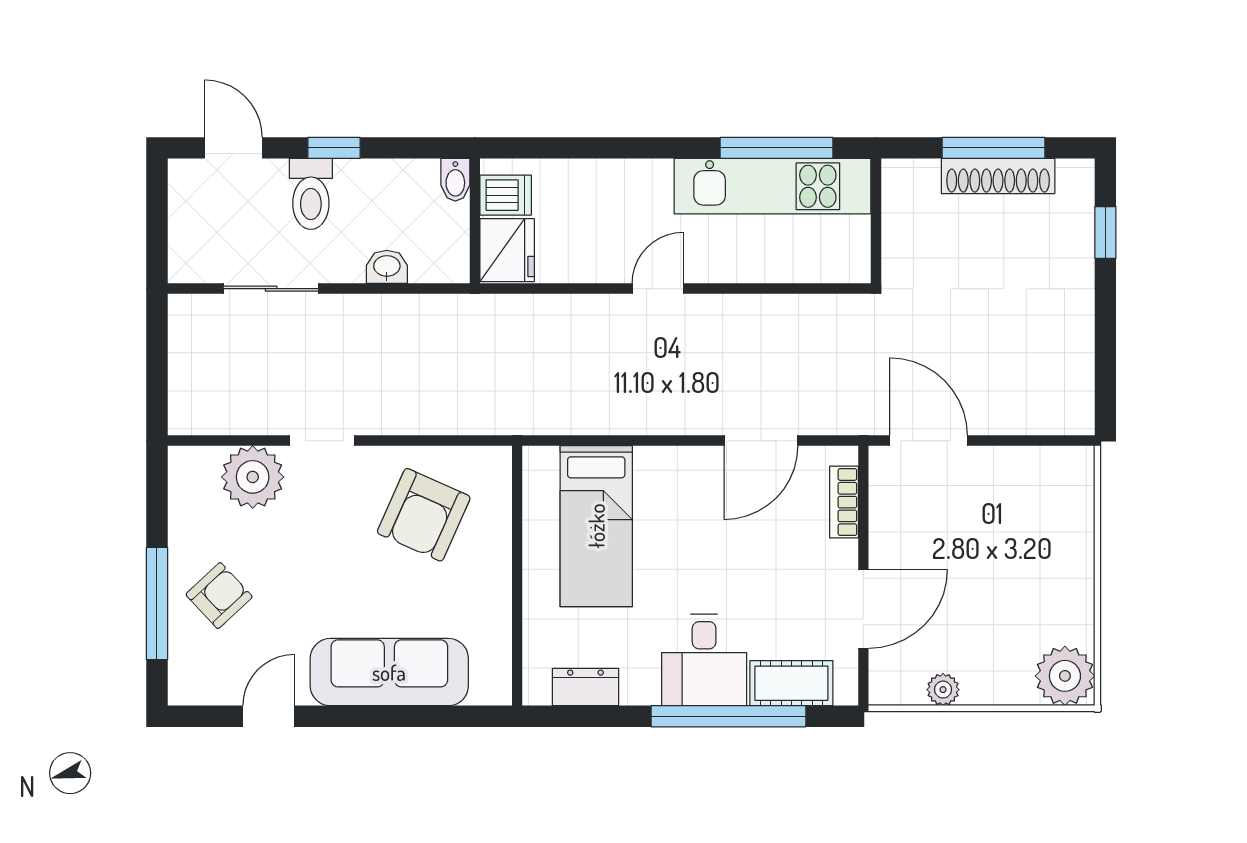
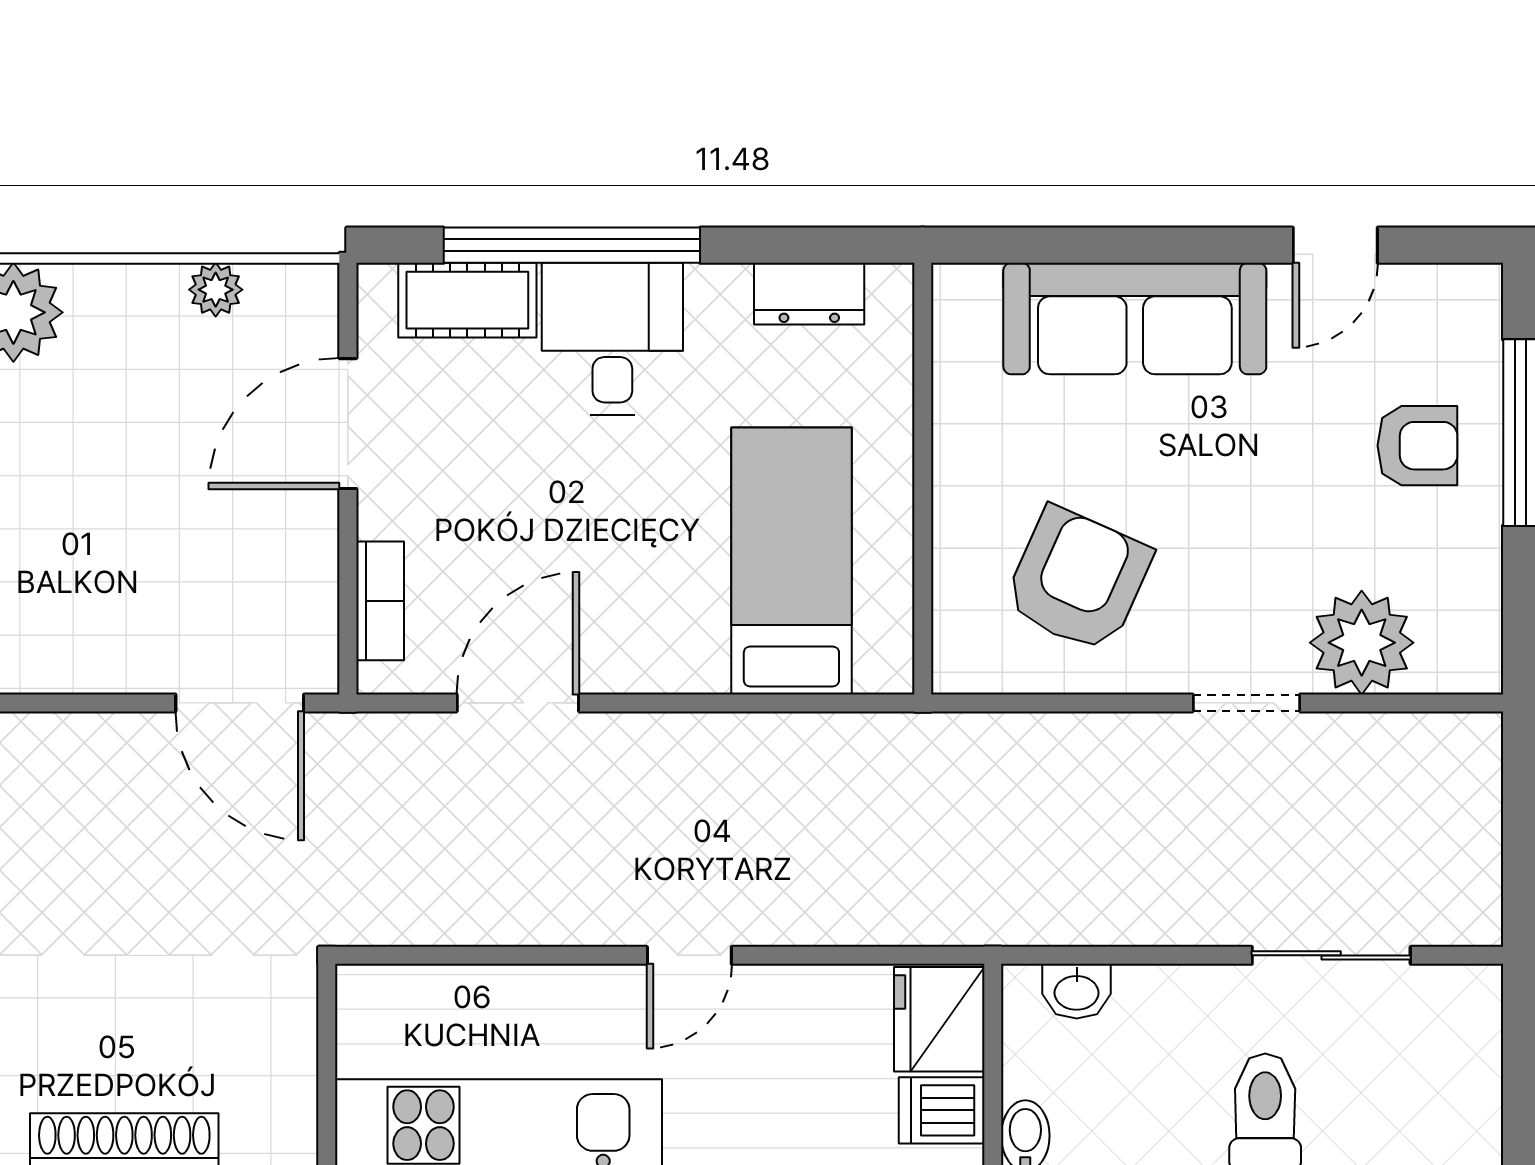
washbasin: (387, 267) -> (1077, 991), moved
armchair: (219, 596) -> (1417, 446), turned -137

